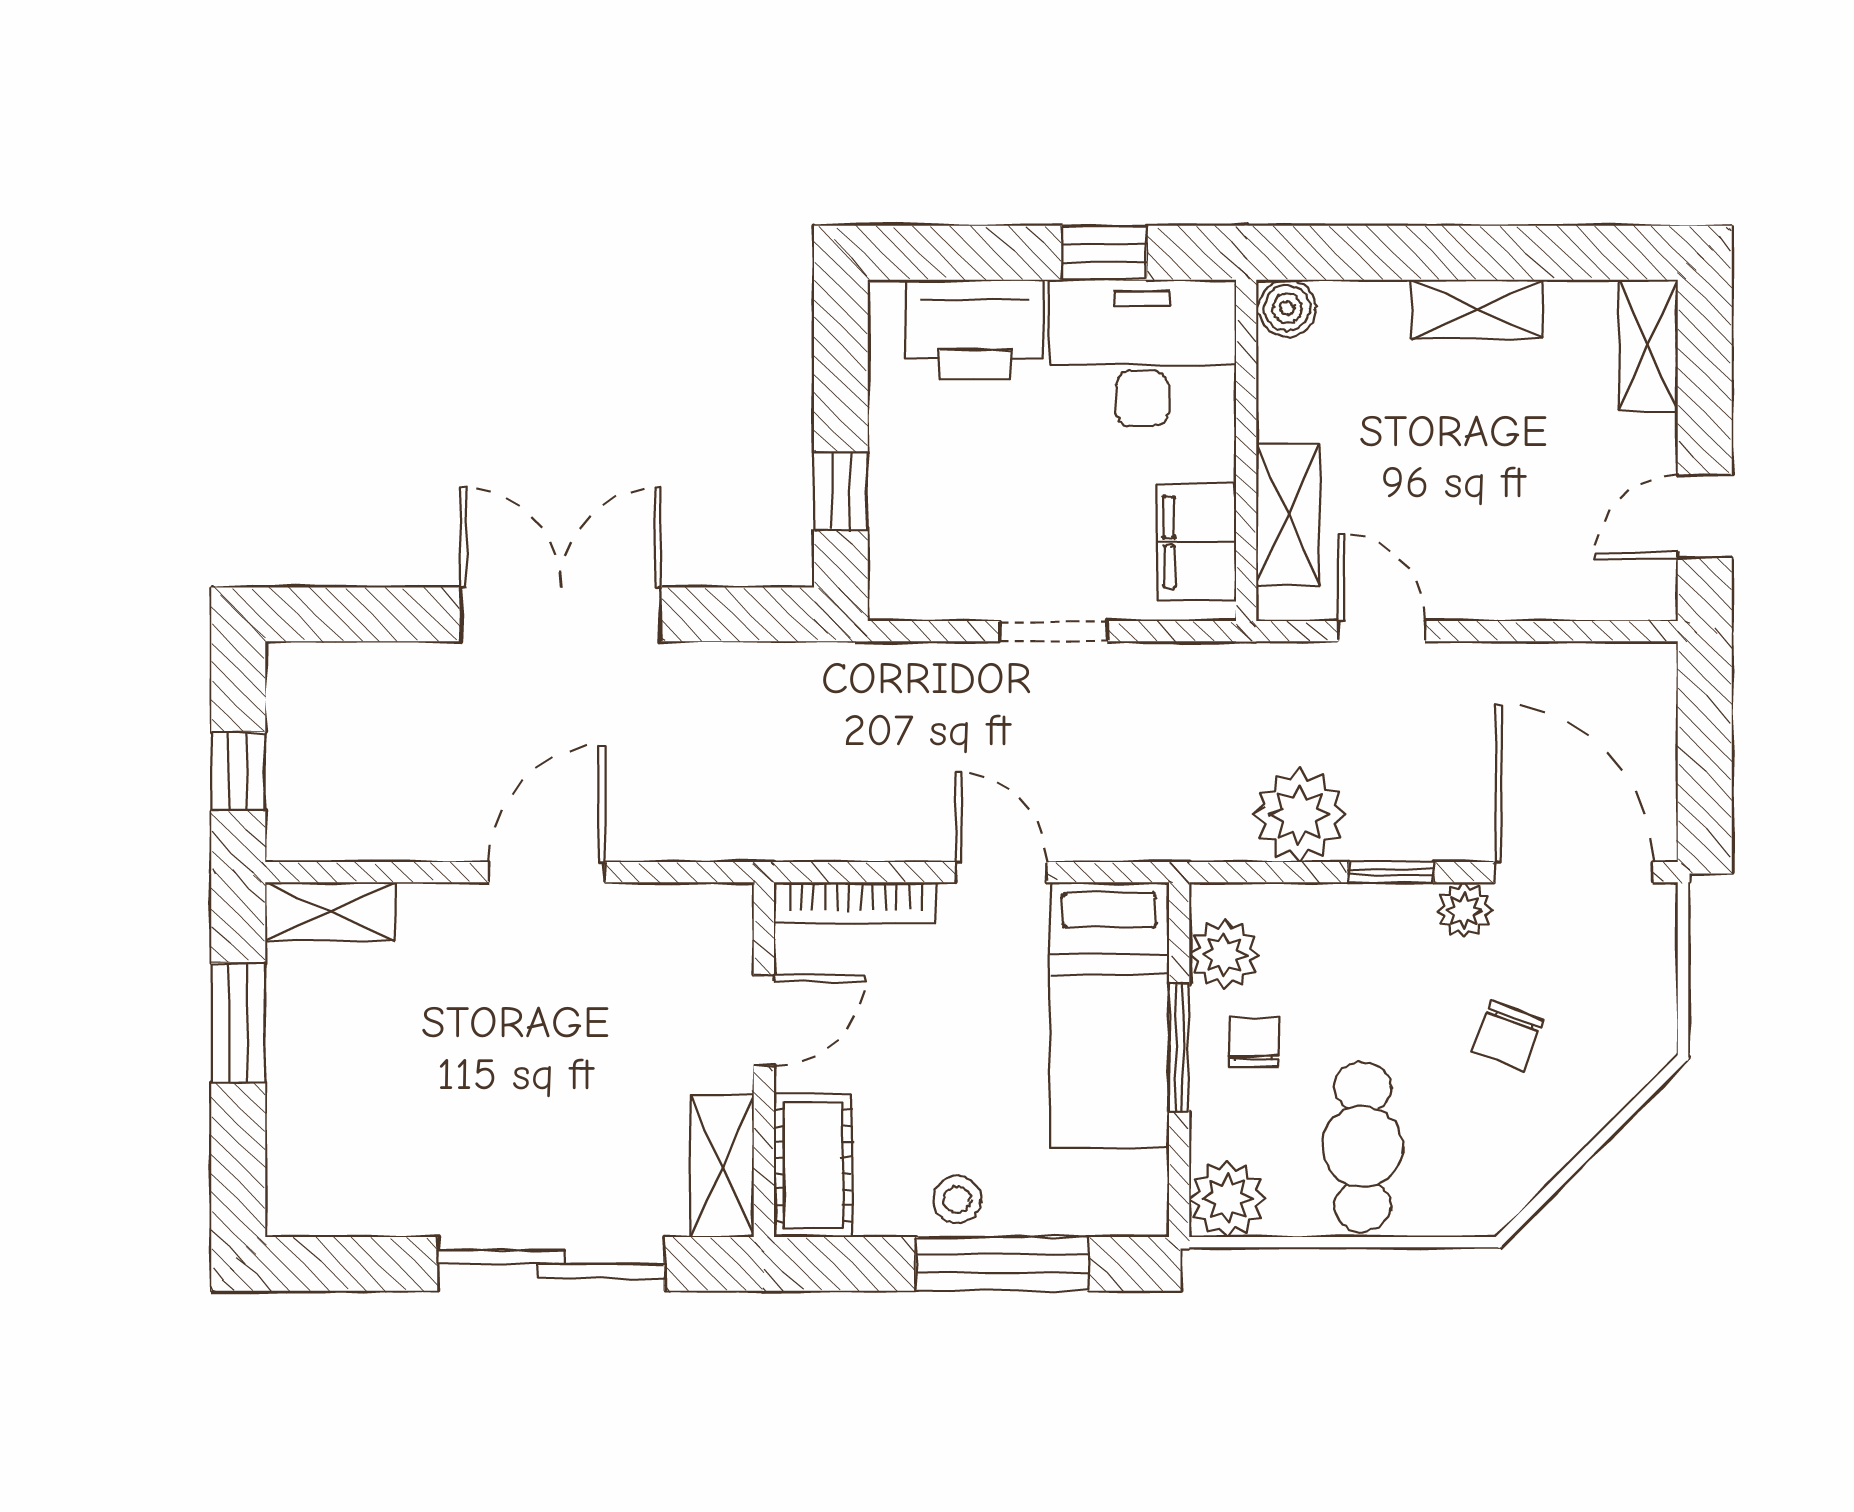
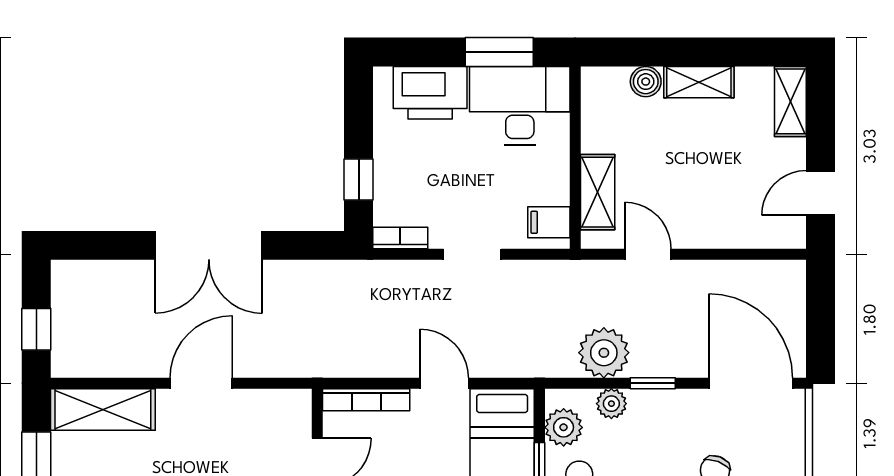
window: (1104, 253) -> (499, 52), width x1.50
boiler: (1287, 308) -> (646, 82), moved
filing cabinet: (1197, 542) -> (549, 222), width x0.50
bookcase: (919, 601) -> (400, 238), added
double door: (561, 614) -> (209, 245), swing flipped
plant: (1464, 910) -> (611, 404), moved
shelving: (330, 911) -> (103, 409), width x1.50, depth x1.33

